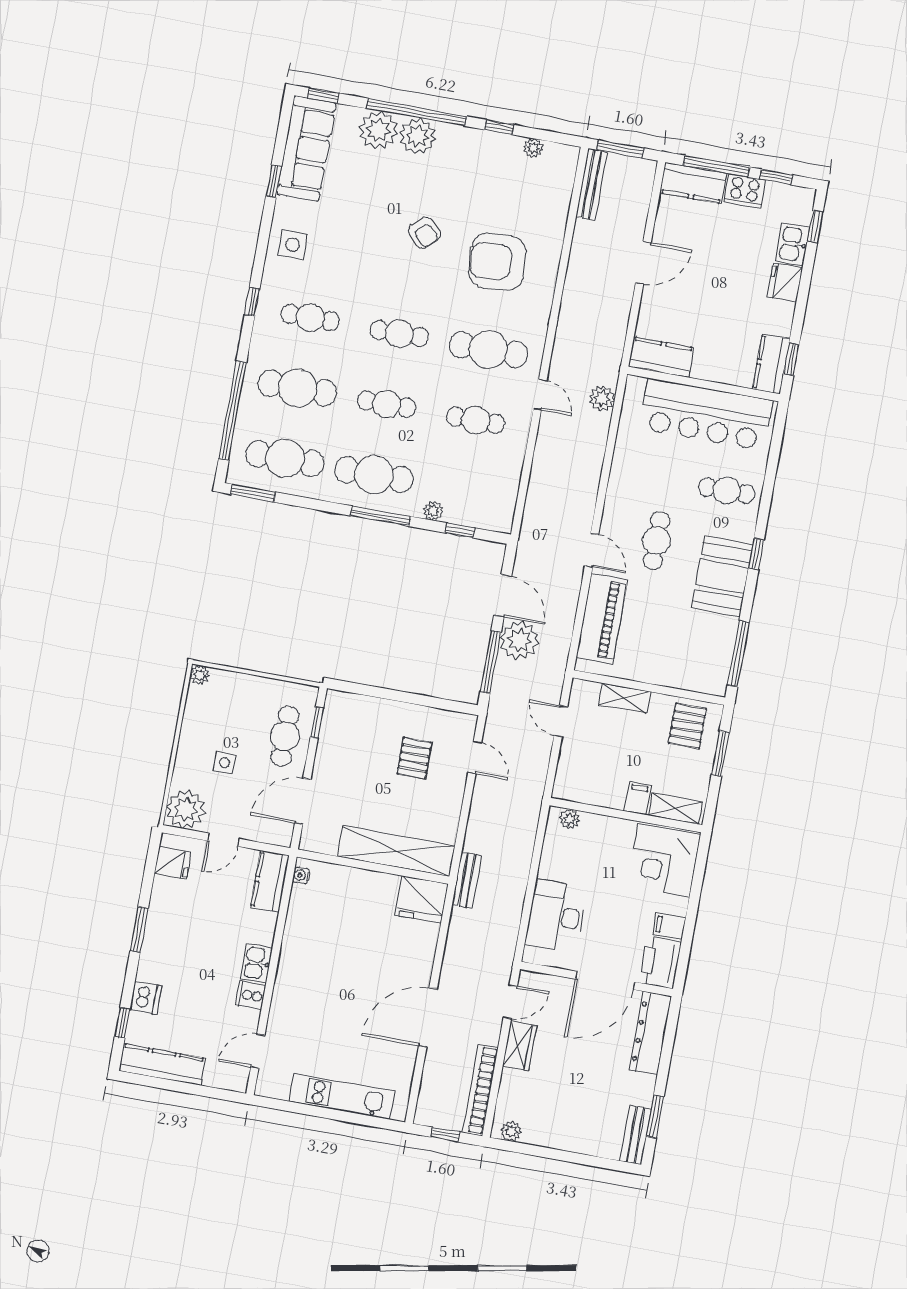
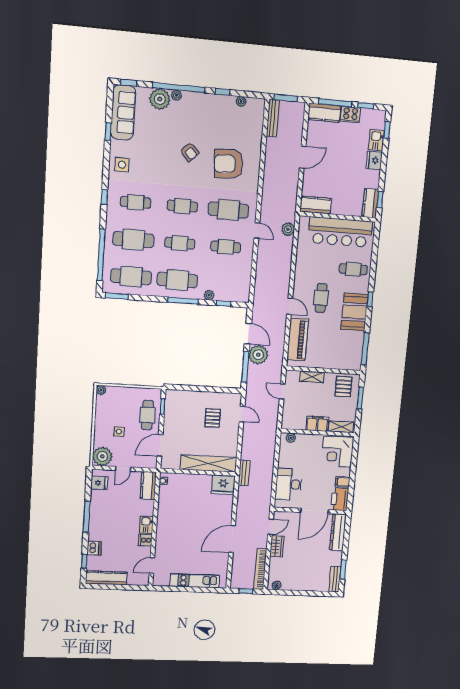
plant: (418, 136) -> (176, 95), width x0.53, depth x0.53
filing cabinet: (638, 798) -> (317, 424), width x2.00
window: (139, 930) -> (87, 517), width x1.44

